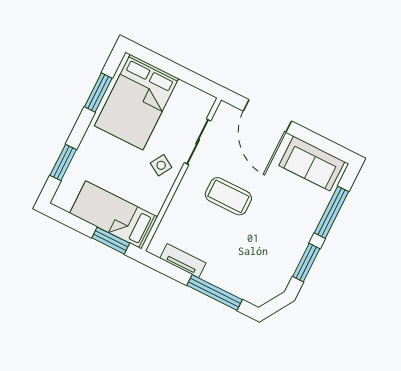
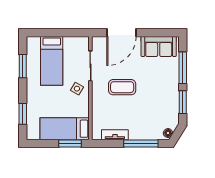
bed: (137, 102) -> (52, 61), width x0.67
door: (267, 116) -> (121, 33), hinge flipped
floor lamp: (262, 297) -> (168, 133), added

